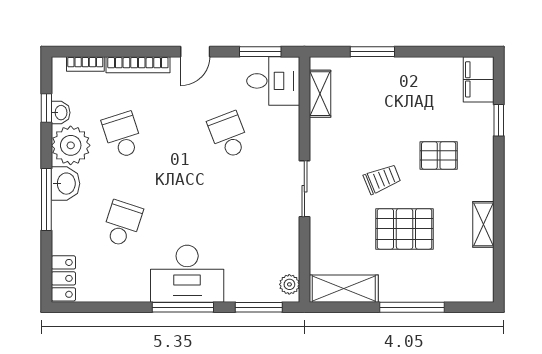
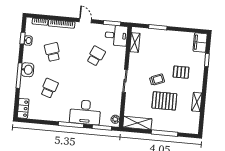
door: (195, 52) -> (85, 21), swing flipped
school desk: (229, 135) -> (96, 56), turned 45
plant: (71, 145) -> (31, 54), removed
desk: (187, 274) -> (85, 112), moved

